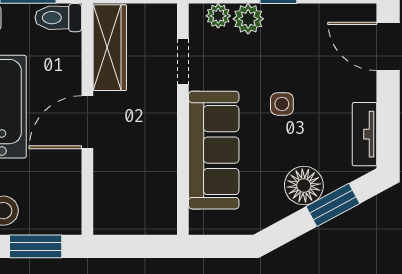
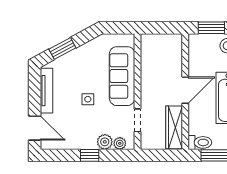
tv unit: (364, 134) -> (46, 91), width x1.41
floor lamp: (304, 186) -> (77, 58), removed

